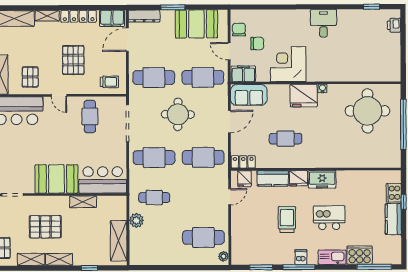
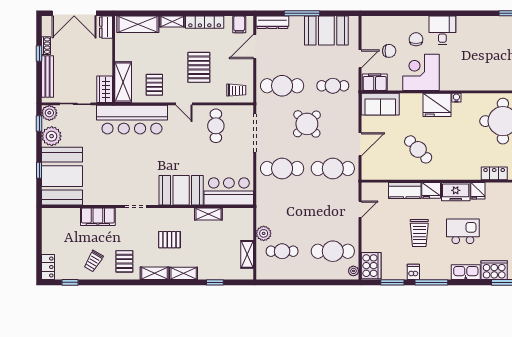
window: (173, 7) -> (302, 13), width x1.44
filing cabinet: (112, 18) -> (239, 24), width x0.50
desk: (323, 23) -> (442, 30), moved
chair: (239, 30) -> (416, 39), moved
door: (229, 51) -> (360, 59), swing flipped
cafe table: (203, 77) -> (333, 86), width x0.73, depth x0.74
round table: (178, 114) -> (307, 124), turned 45
door: (229, 122) -> (360, 144), moved
cafe table: (286, 139) -> (418, 149), turned 46
locker: (243, 162) -> (494, 173), moved
fridge: (244, 179) -> (478, 191), moved
cafe table: (154, 198) -> (282, 251), moved
trolley: (287, 220) -> (419, 233), turned 180
pallet: (45, 227) -> (169, 240), width x0.67, depth x0.71
shelving: (119, 241) -> (247, 254), width x0.67, depth x0.75
cooker: (241, 251) -> (371, 266), added
dishwasher: (301, 257) -> (413, 272), moved

